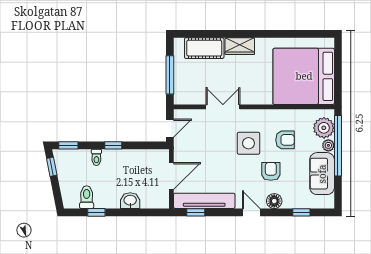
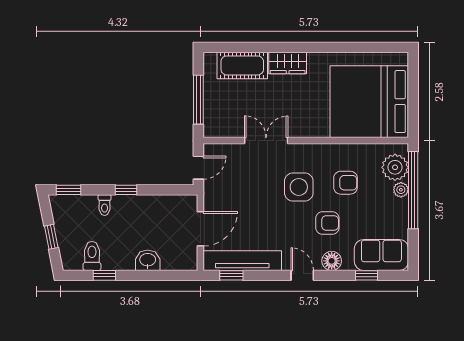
window: (52, 167) -> (51, 237), moved
armchair: (271, 171) -> (327, 223), turned 90
sofa: (322, 174) -> (381, 255), moved, turned 90

